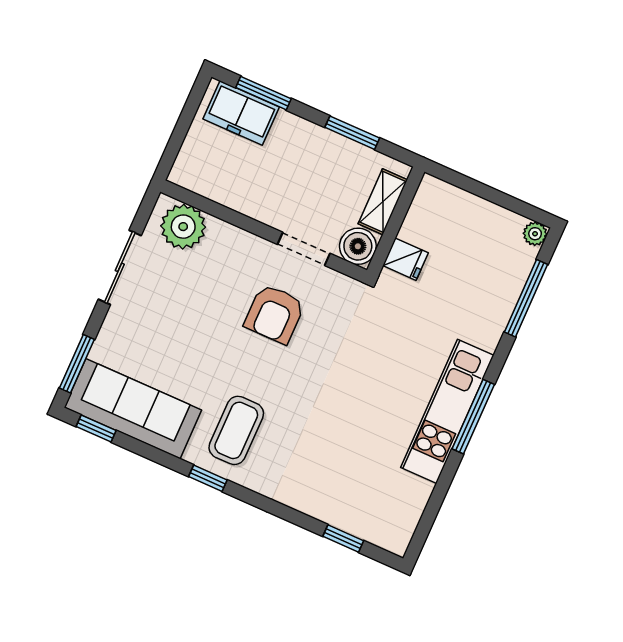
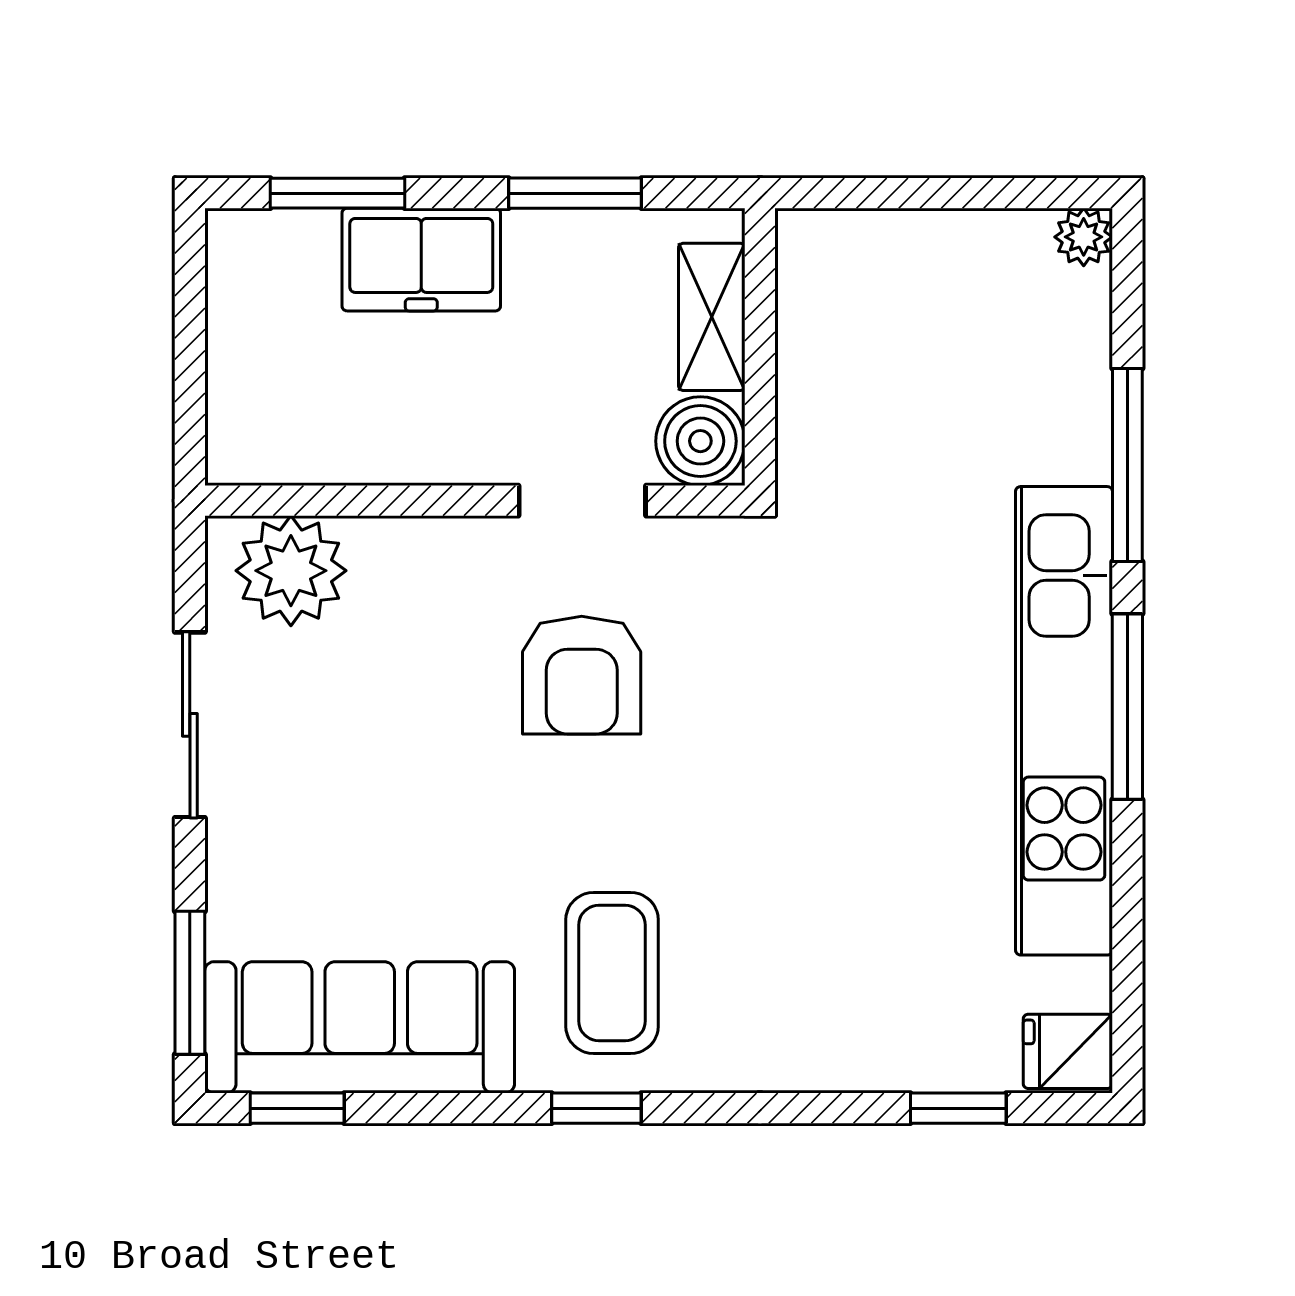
freezer: (241, 113) -> (421, 260), moved
fridge: (405, 259) -> (1068, 1051), moved, turned 180
window: (526, 298) -> (1127, 465), moved
kitchen unit: (447, 411) -> (1064, 721), width x1.36

